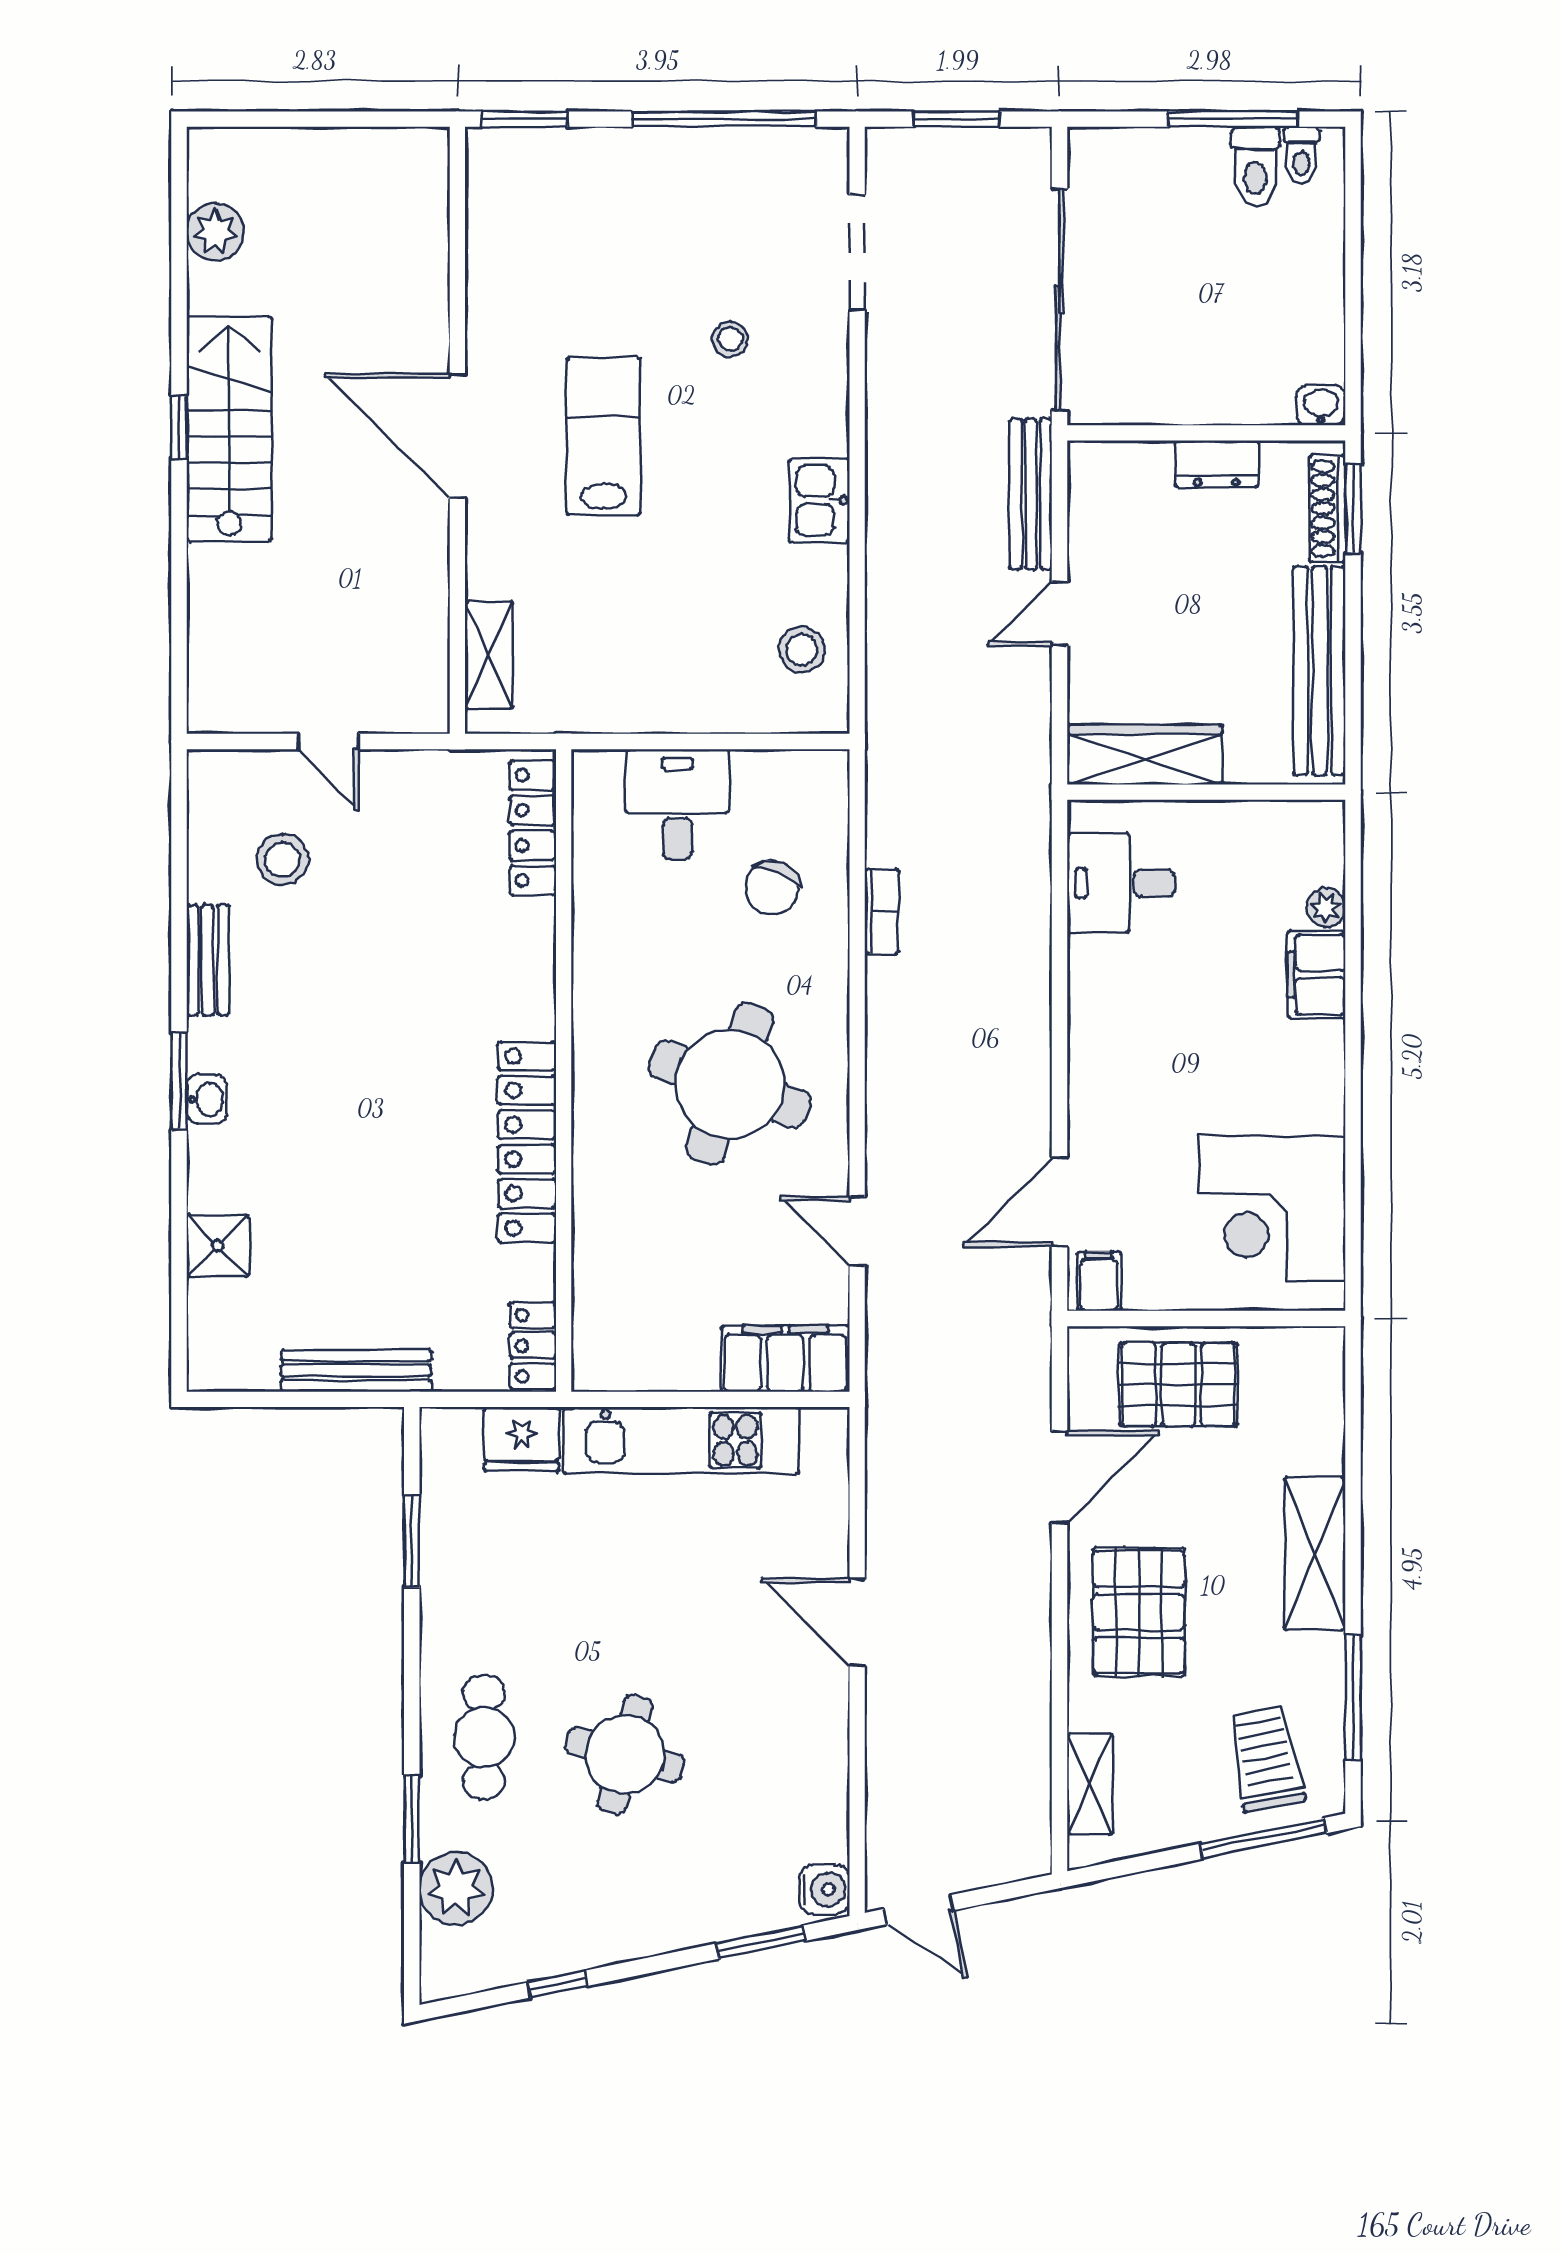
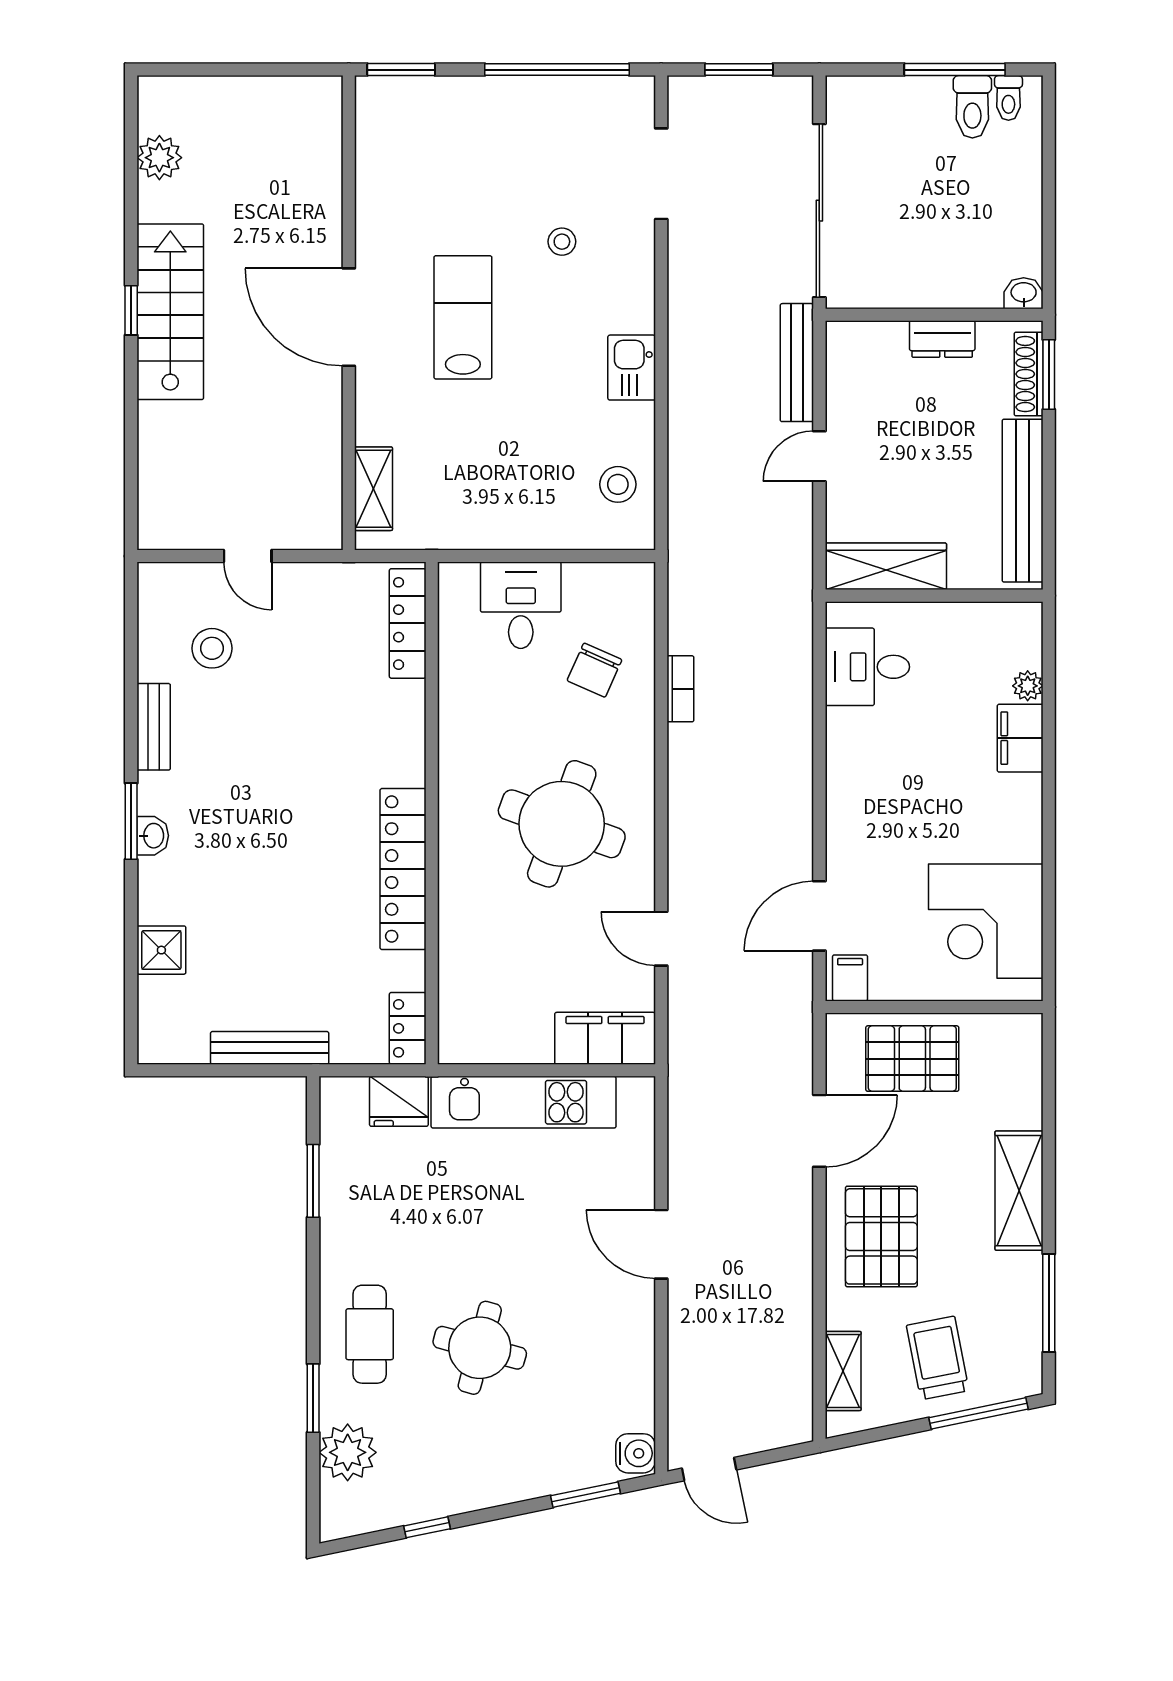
trolley: (1266, 1759) -> (938, 1358), moved

